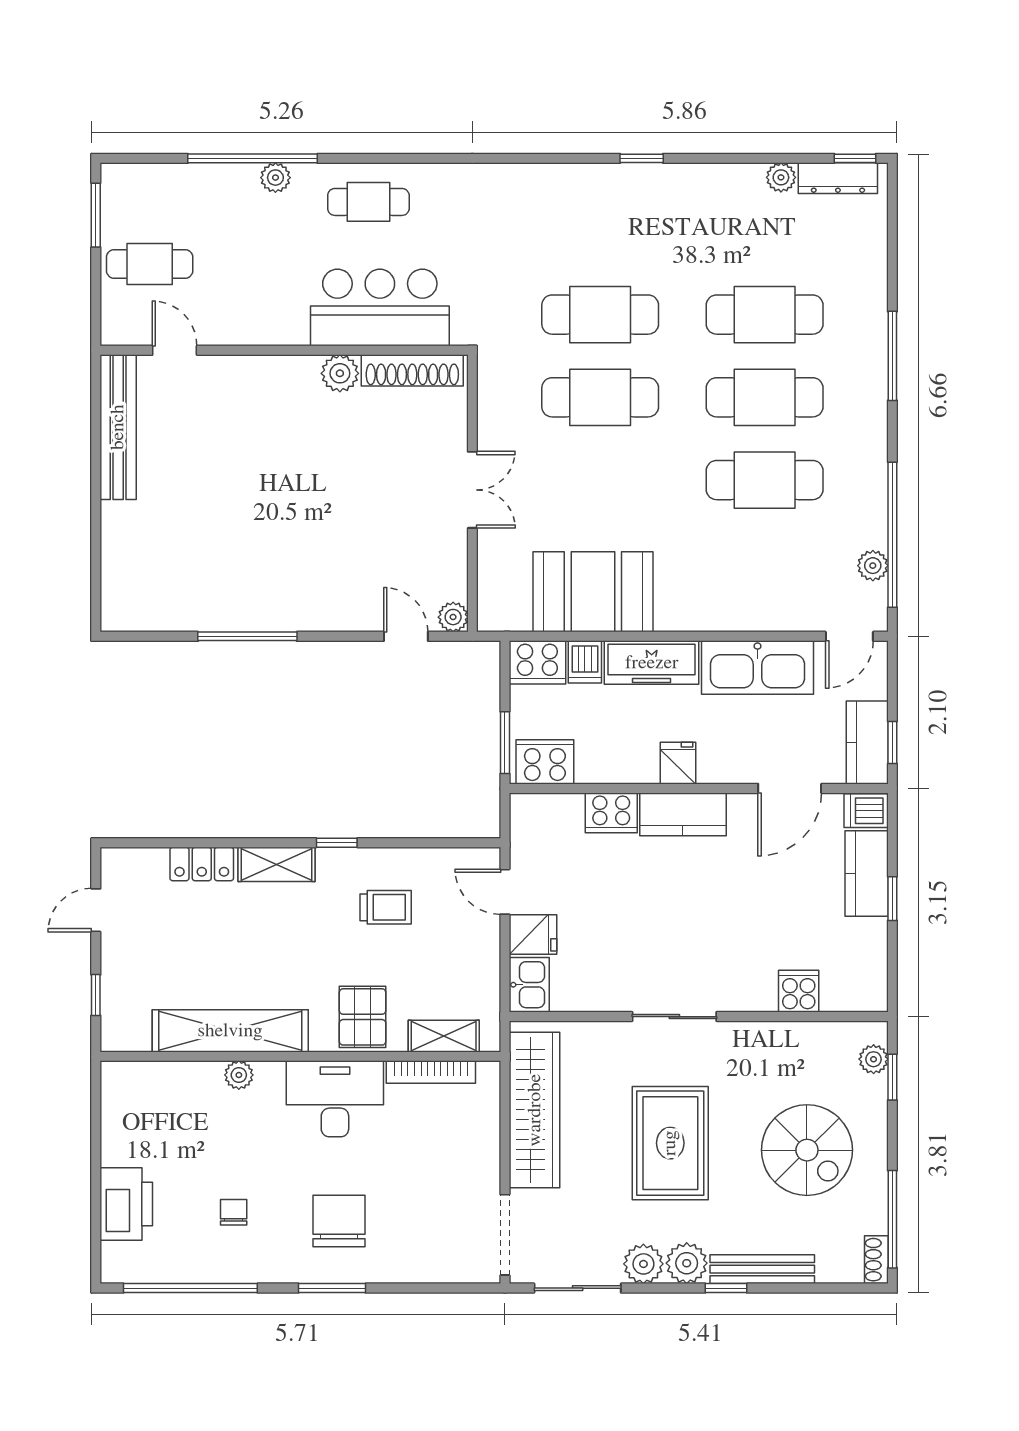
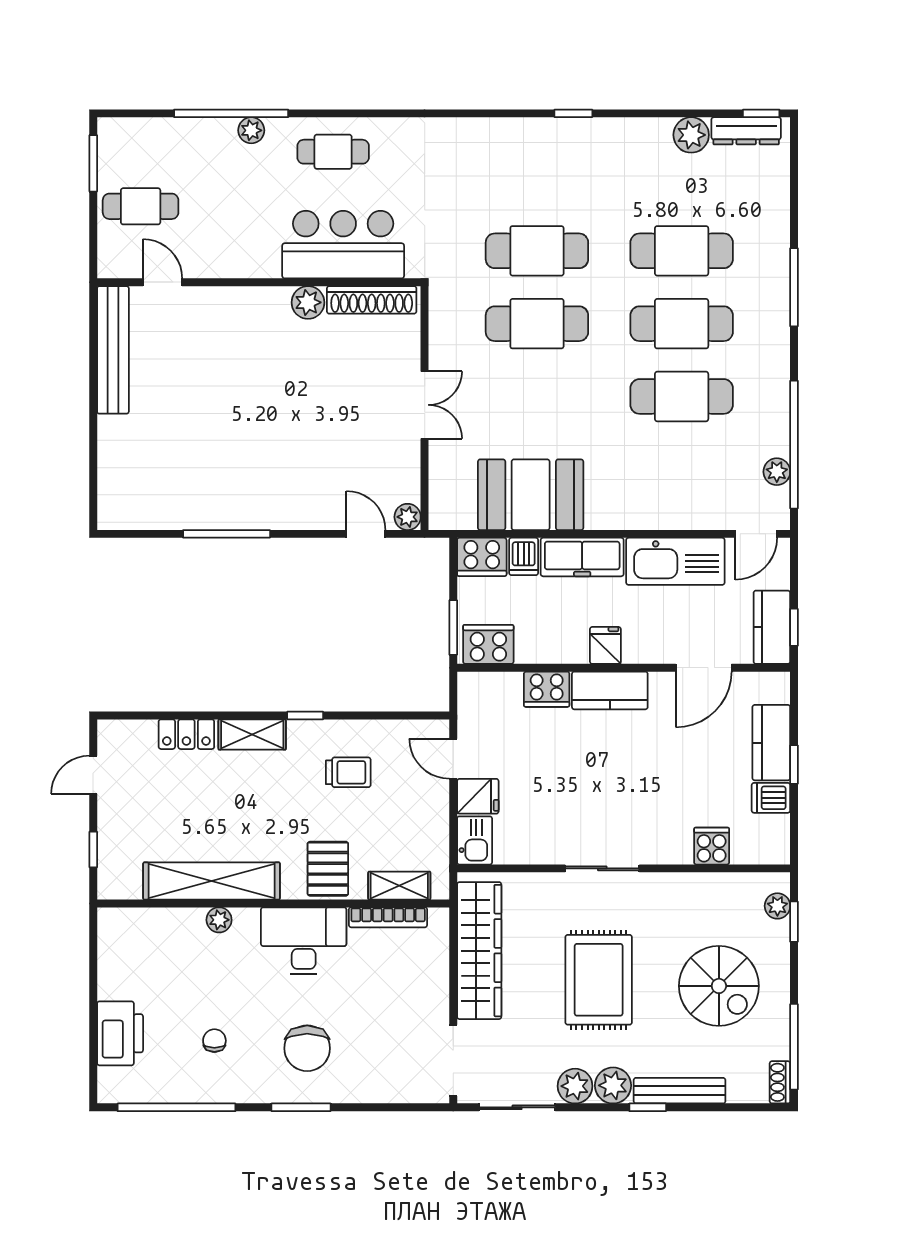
plant: (781, 177) -> (691, 135), width x1.38, depth x1.38
dishwasher: (866, 811) -> (771, 798), moved
chair: (339, 1221) -> (307, 1048), turned 180

